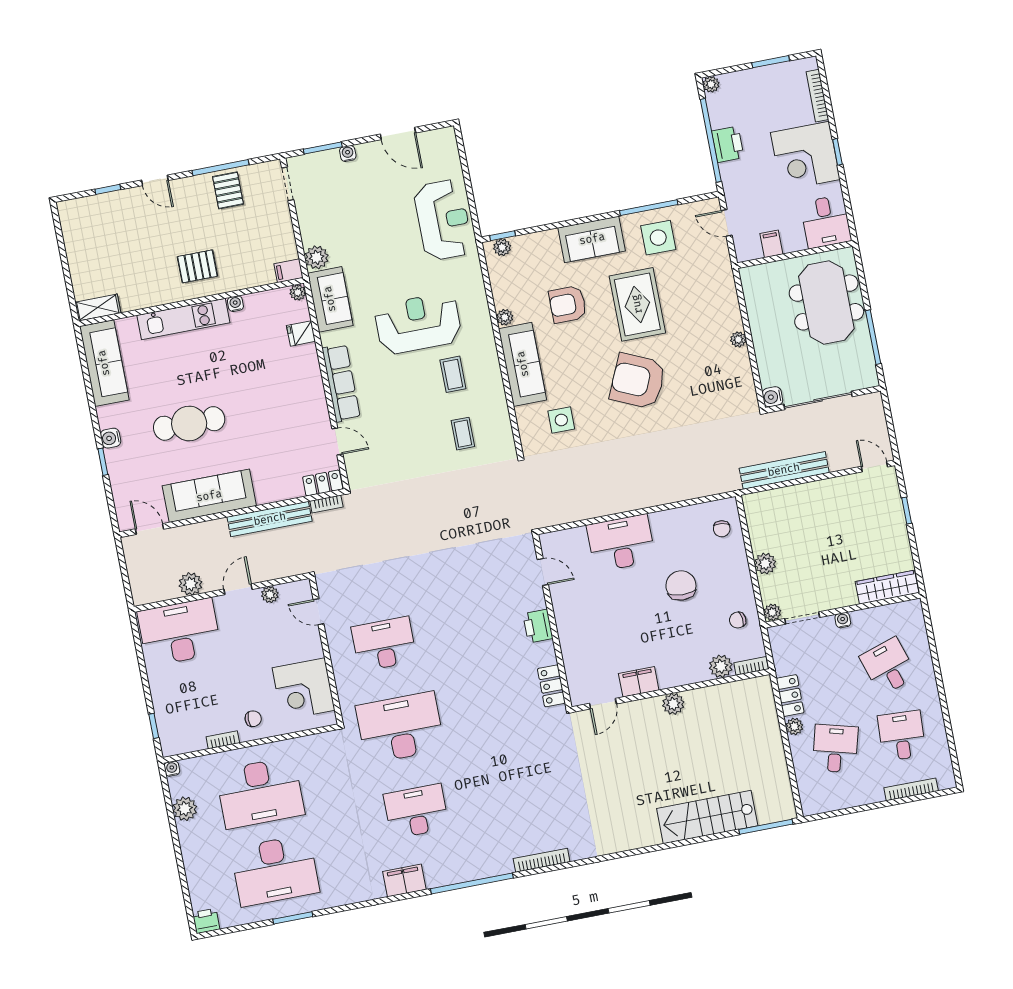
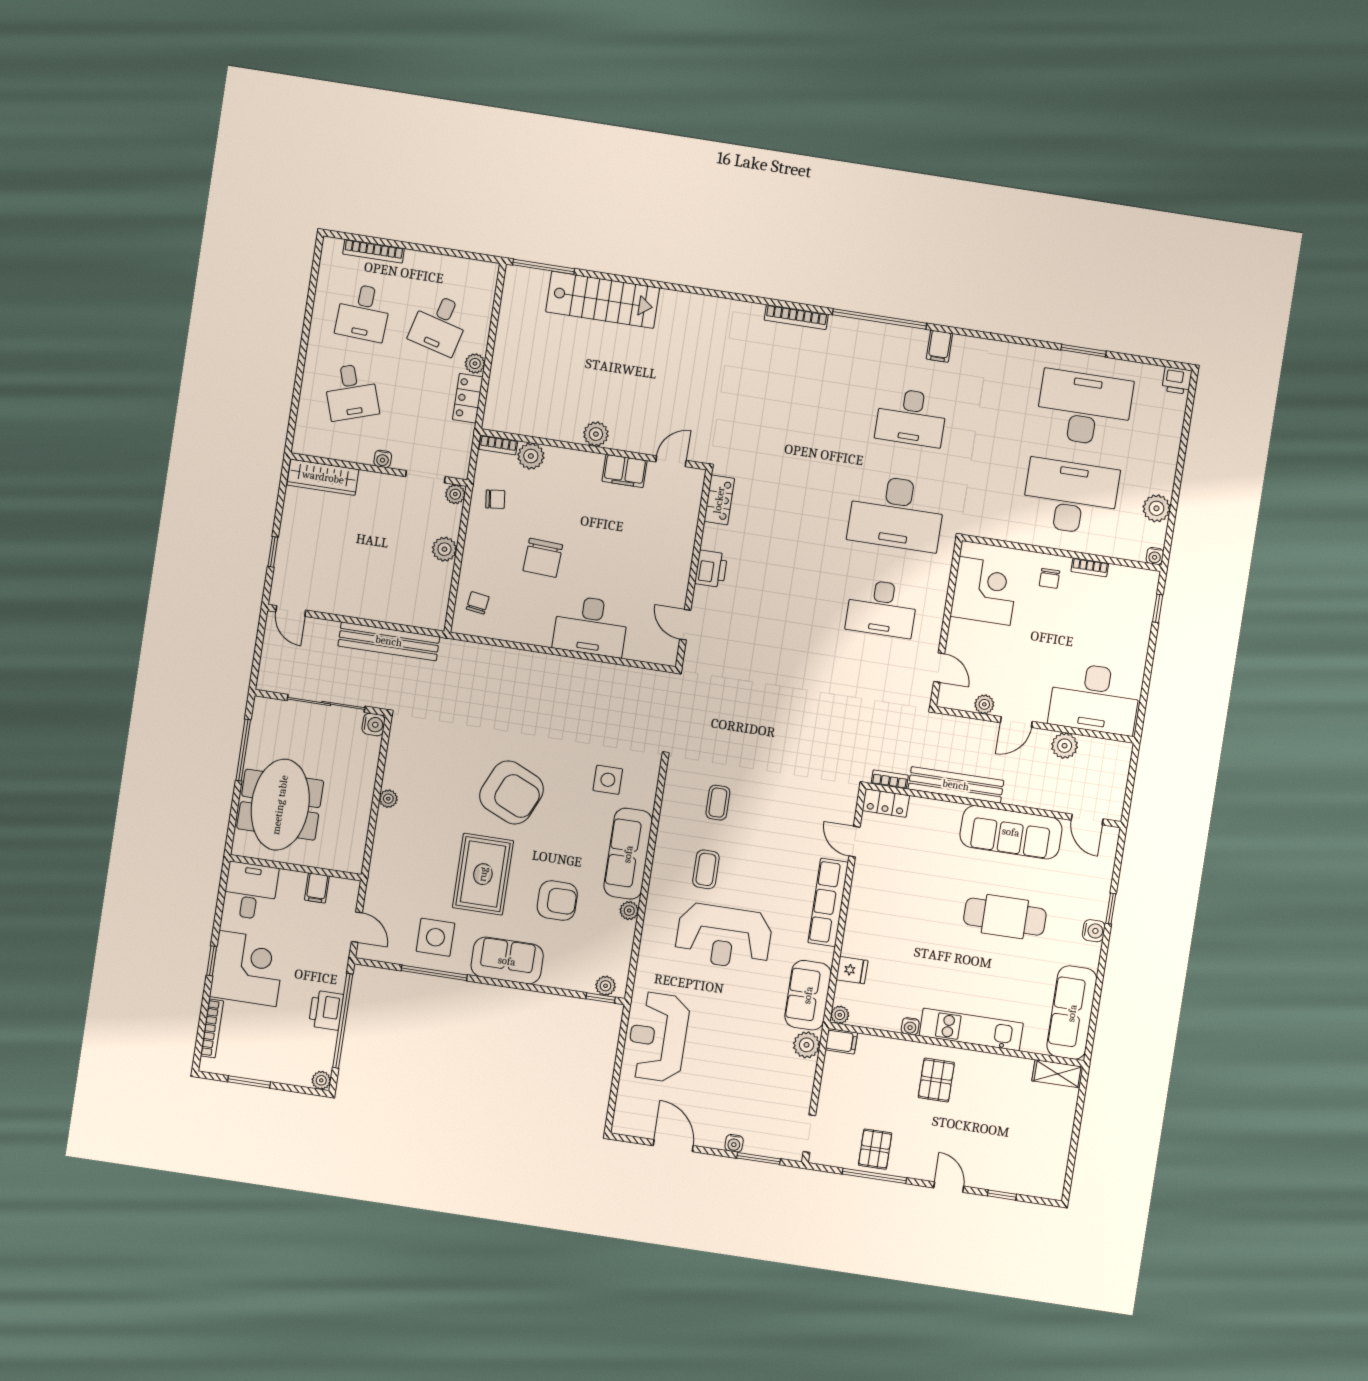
pallet: (197, 266) -> (936, 1080), turned 90
chair: (253, 719) -> (1049, 578), turned -90
filing cabinet: (404, 881) -> (939, 346), width x0.50

